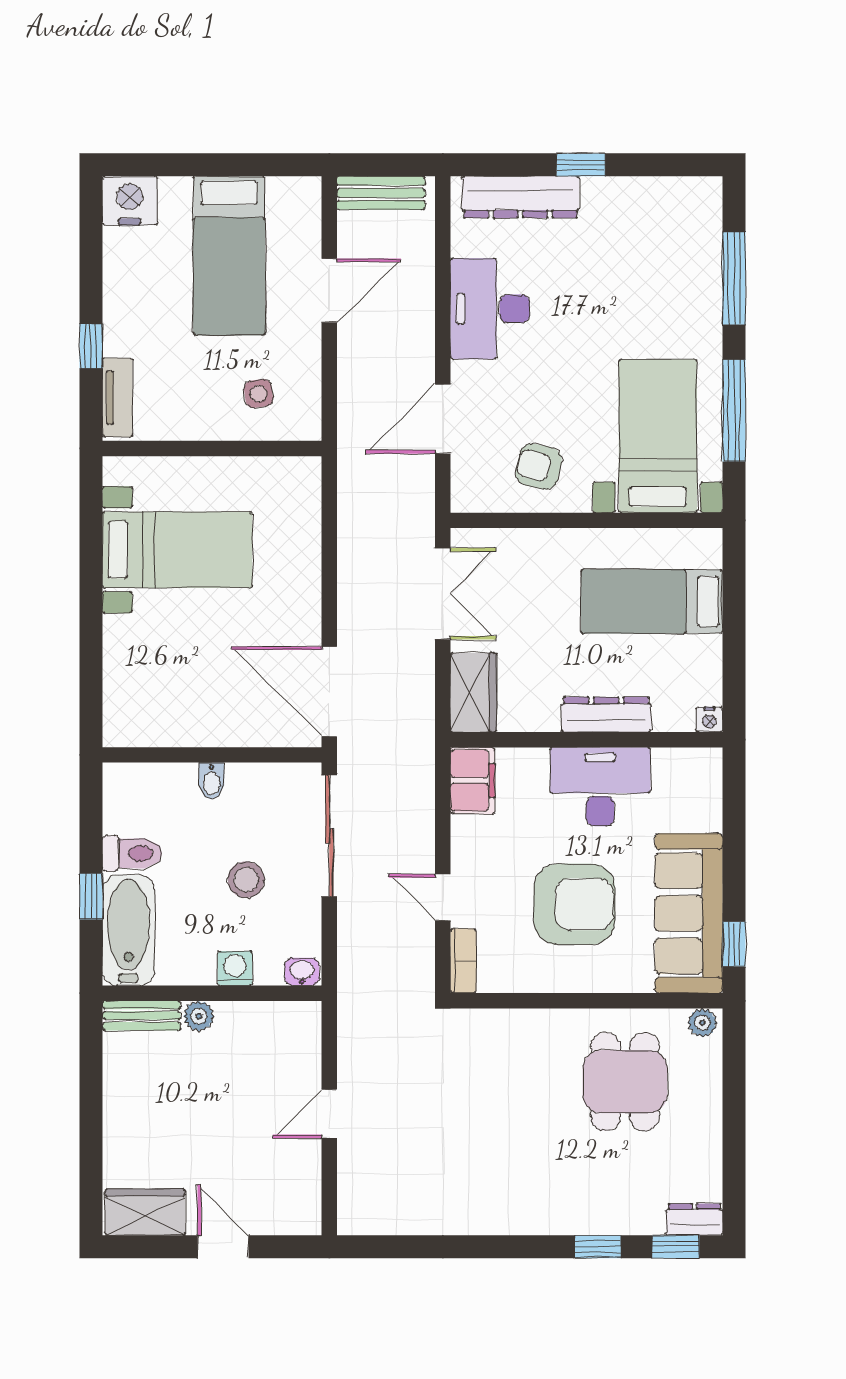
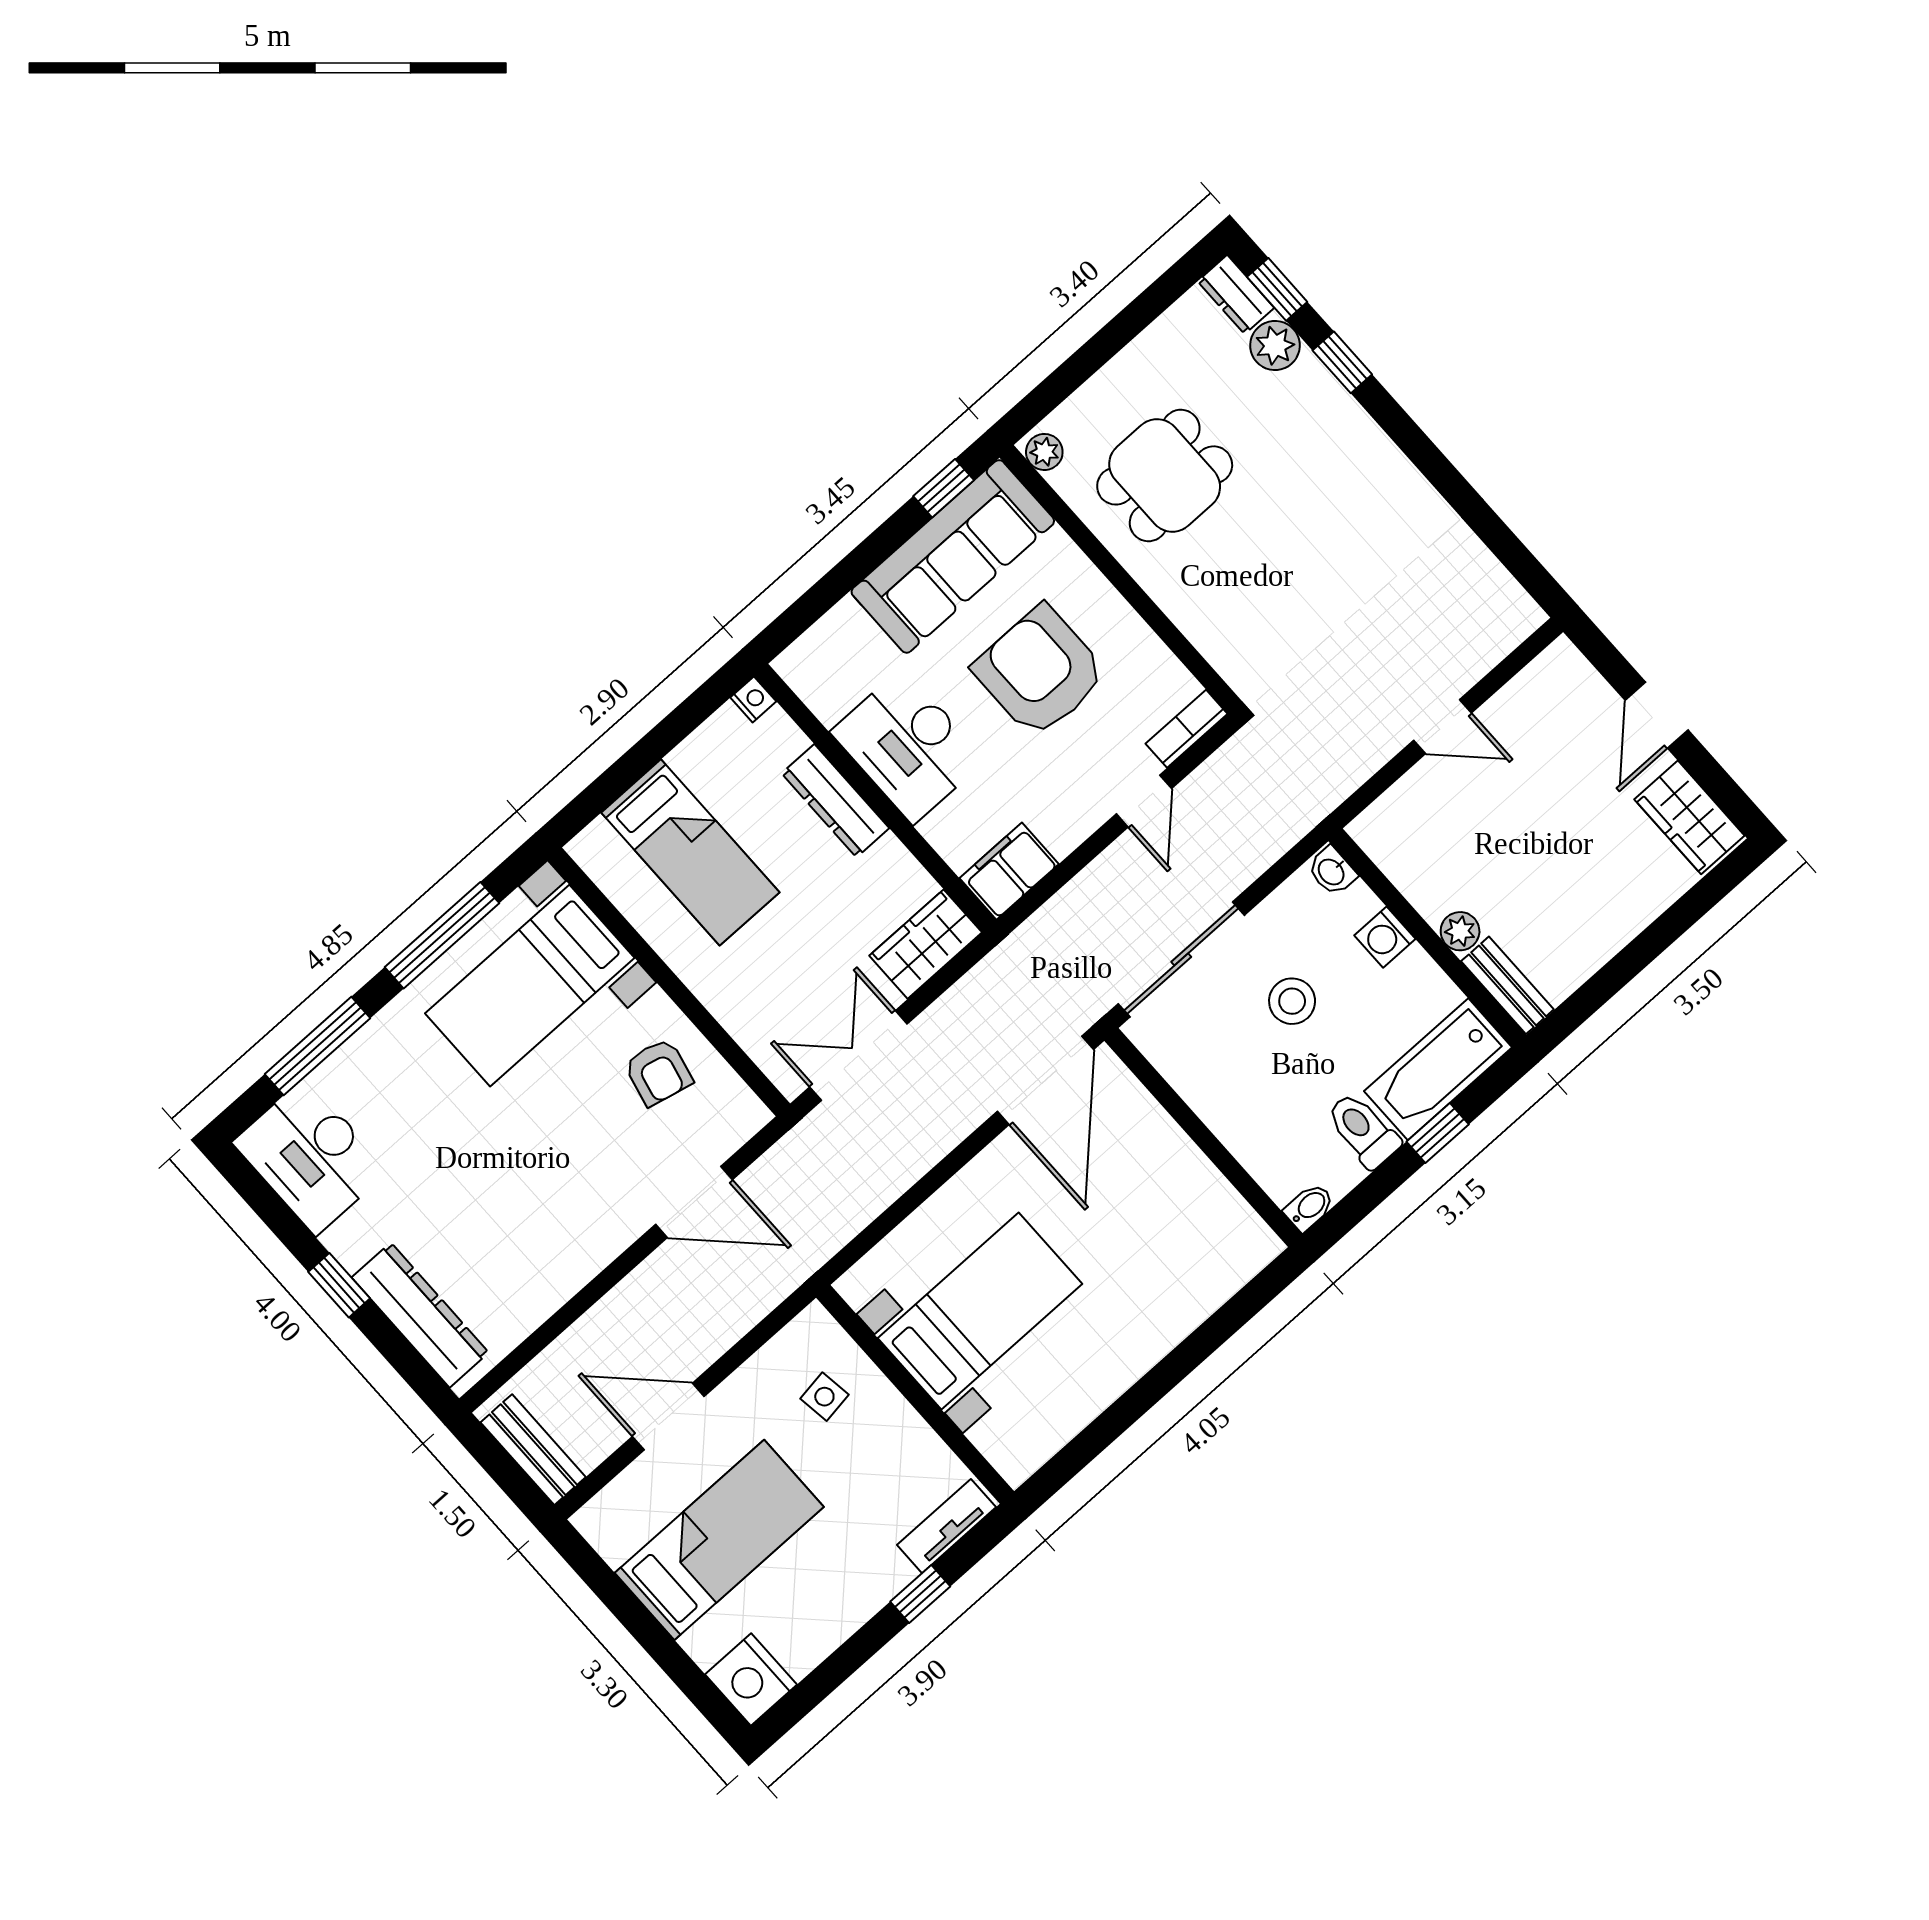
desk: (490, 309) -> (311, 1157), moved, turned 90
bed with nightstands: (177, 550) -> (980, 1311), moved, turned 90
bidet: (211, 781) -> (1309, 1207), moved
plant: (644, 1216) -> (1275, 346), added

